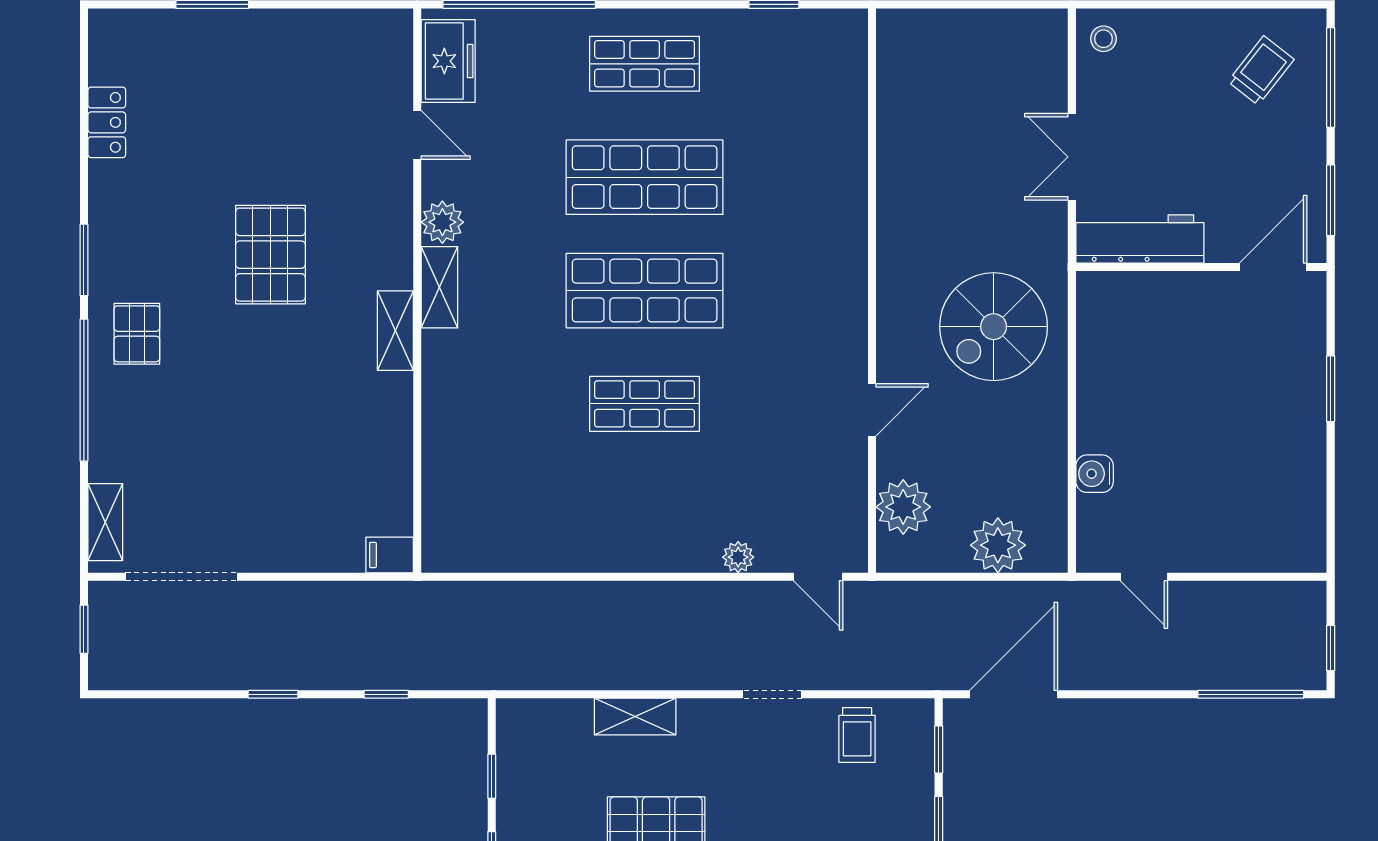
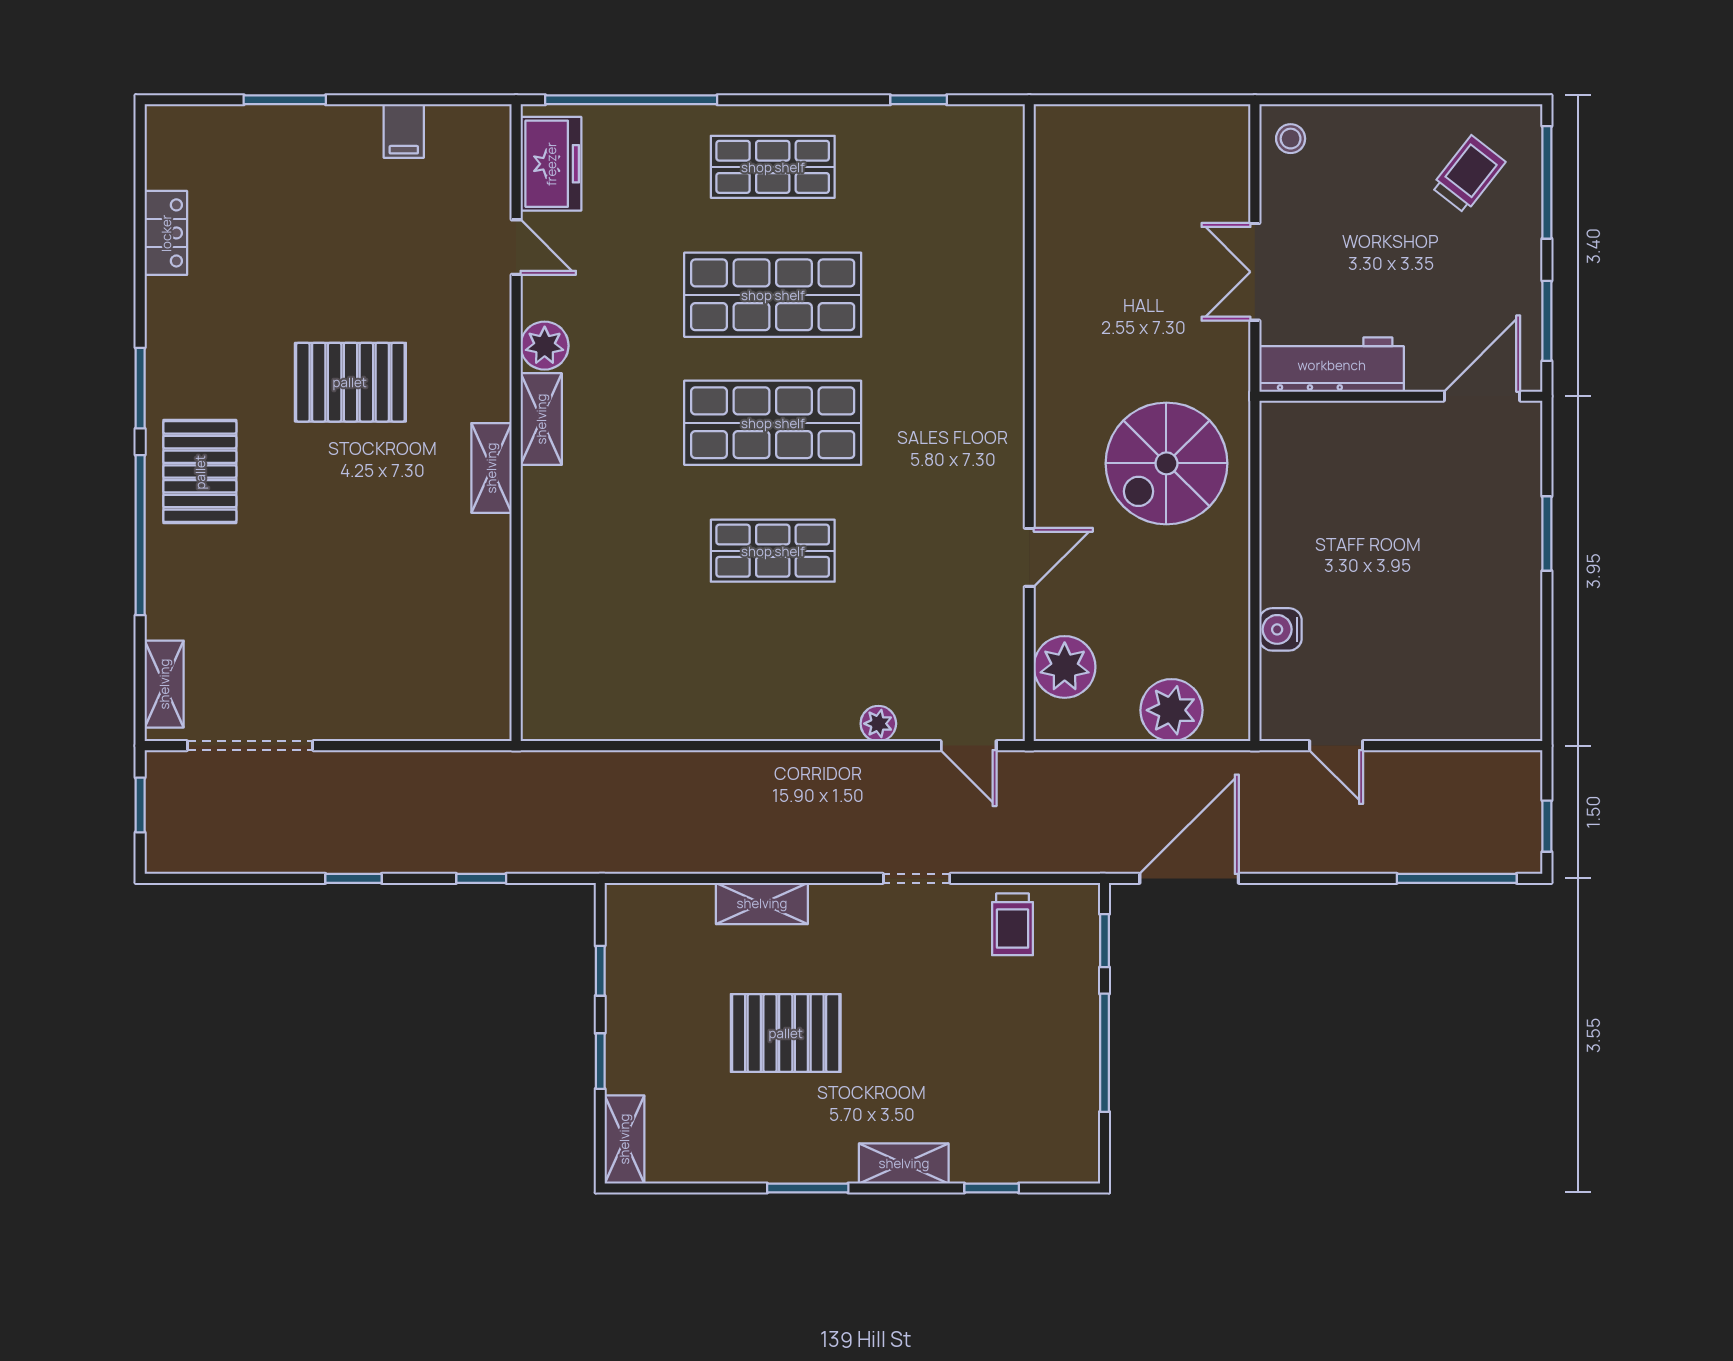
pallet: (270, 255) -> (350, 382), turned 90
pallet: (137, 334) -> (200, 472), width x1.50, depth x1.42
filing cabinet: (390, 555) -> (404, 131), moved, turned -90

